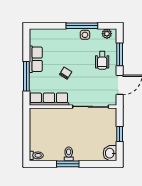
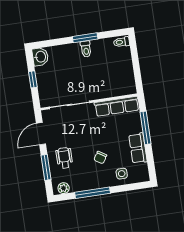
side table: (85, 35) -> (122, 174), moved
chair: (66, 73) -> (100, 158), moved

